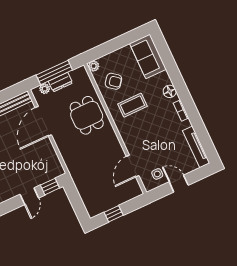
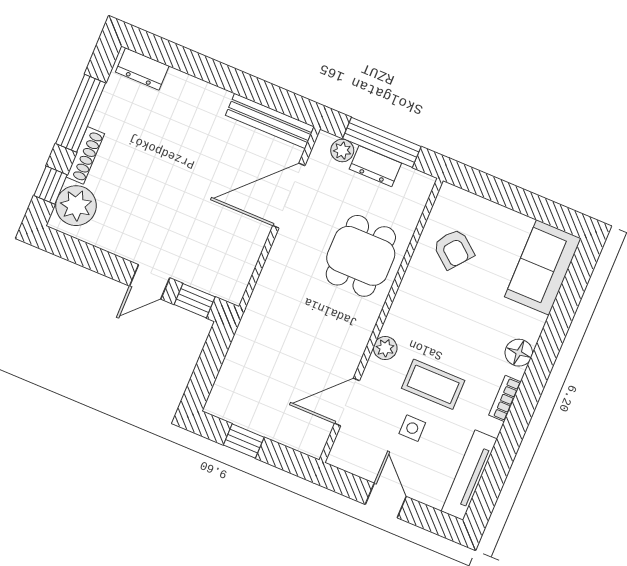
plant: (94, 66) -> (385, 348), moved
coffee table: (132, 105) -> (433, 384), moved
side table: (157, 174) -> (412, 428), moved

